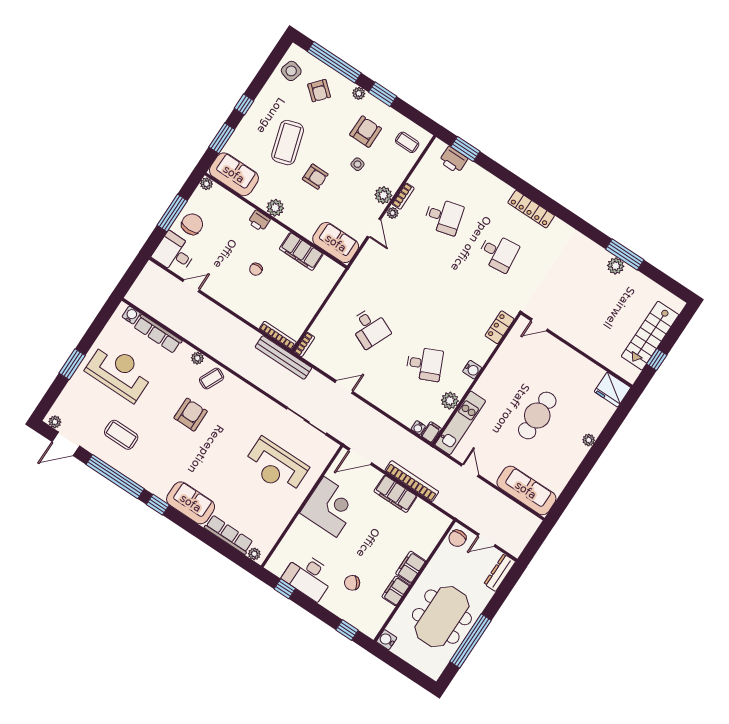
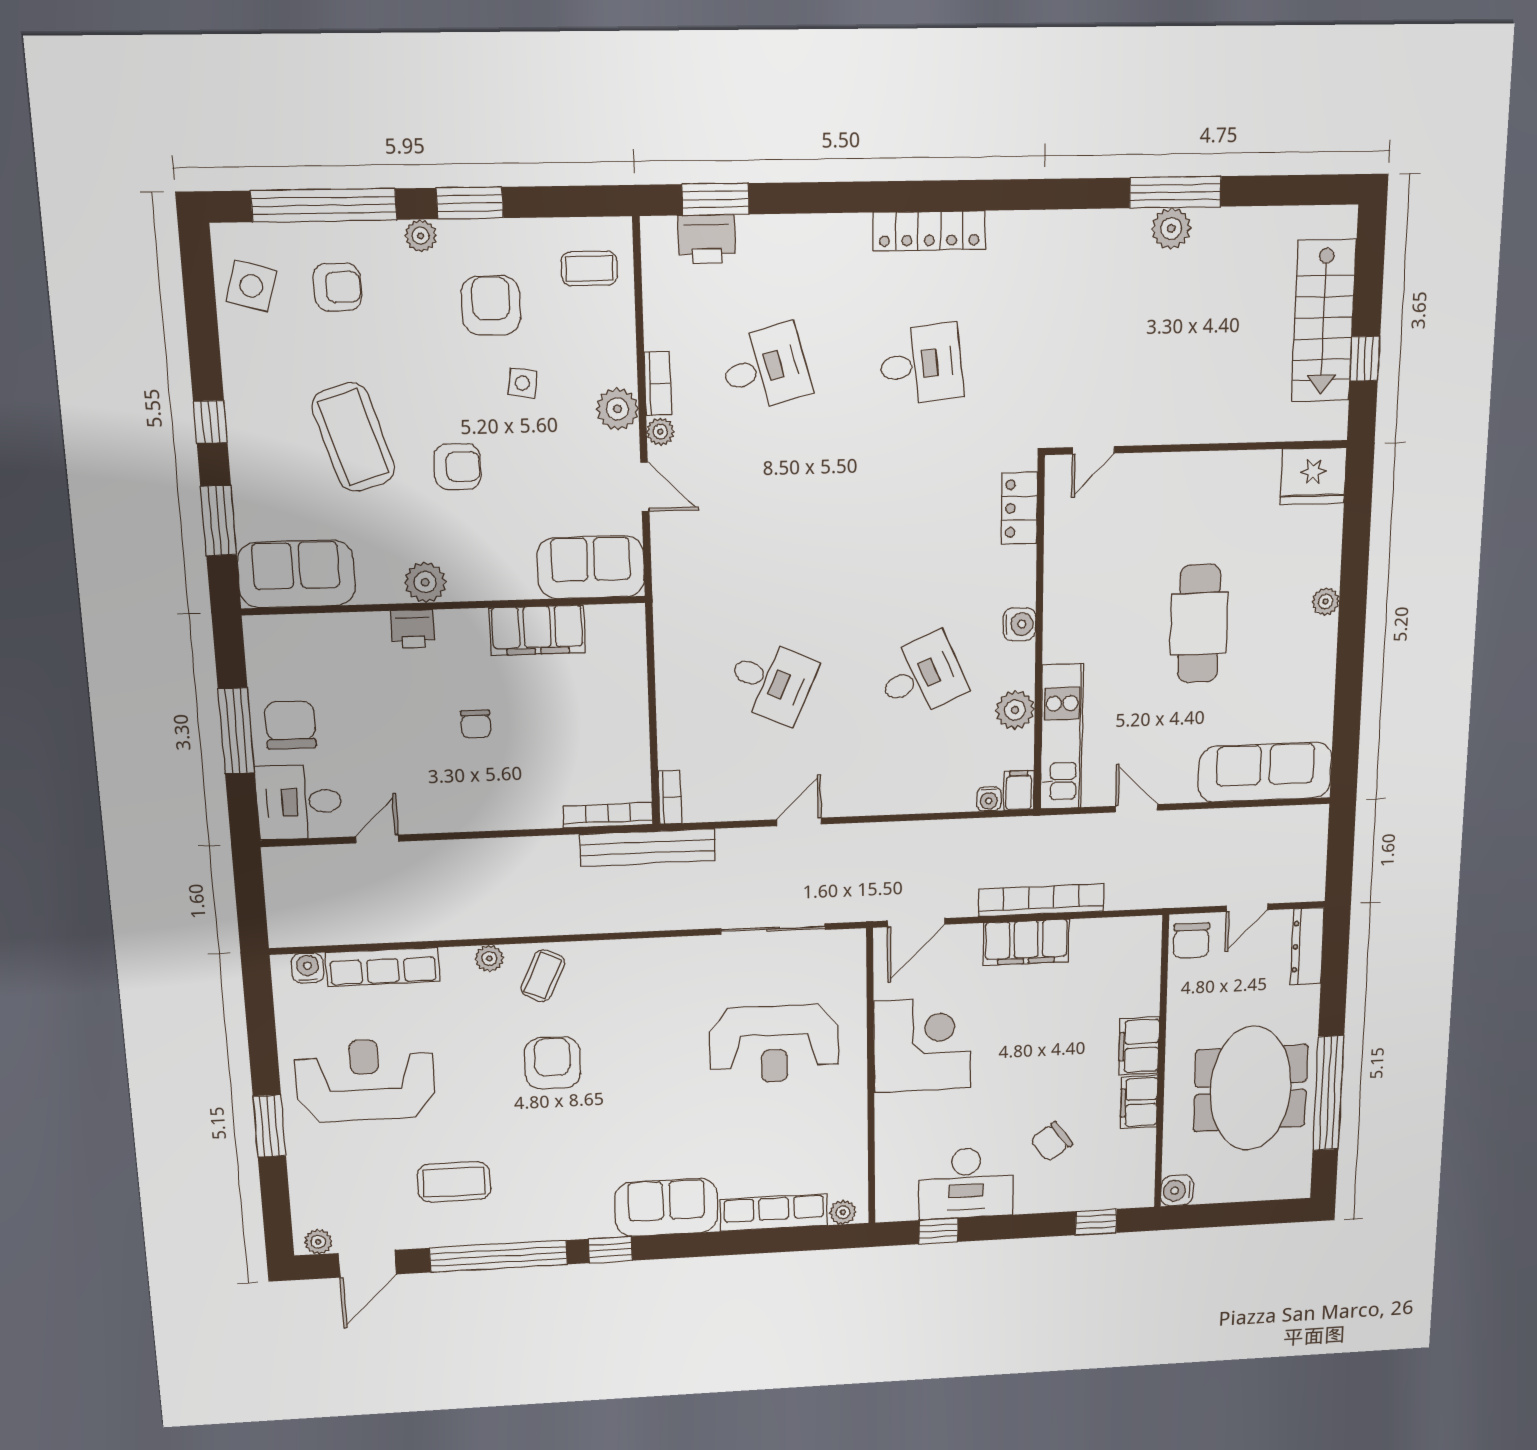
armchair: (319, 91) -> (337, 287), turned -41
plant: (206, 184) -> (258, 630), removed

